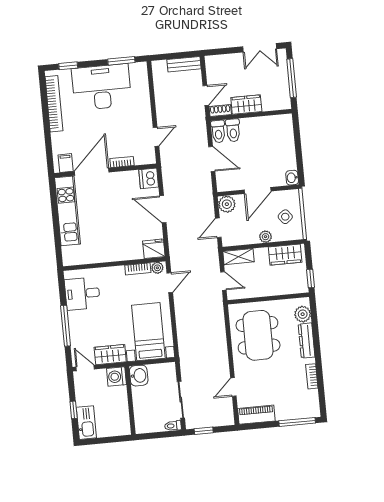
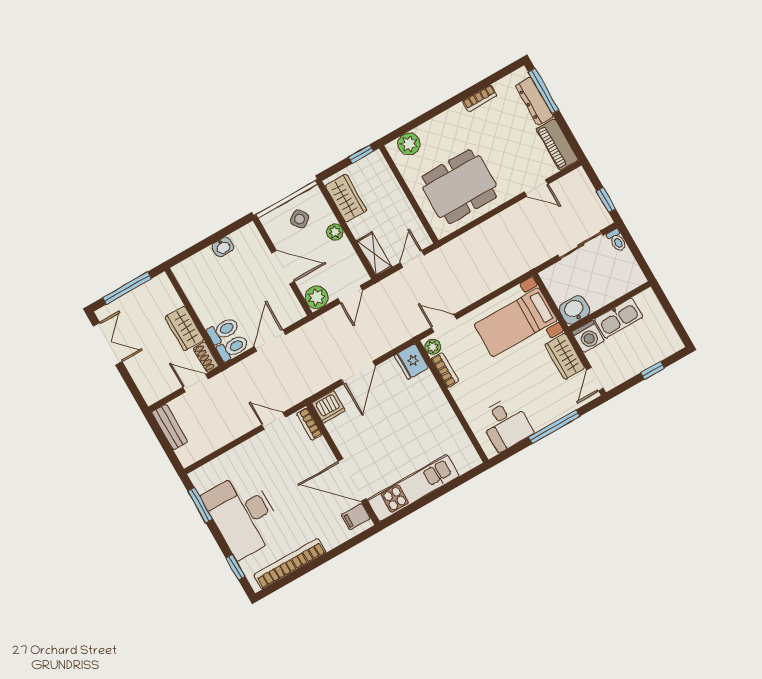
bookcase: (122, 162) -> (309, 424), moved
washbasin: (292, 178) -> (223, 247), moved
door: (218, 228) -> (350, 294), hinge flipped
dresser: (307, 341) -> (534, 101), moved, turned 90
kitchen sink: (86, 423) -> (619, 318), moved, turned 180

